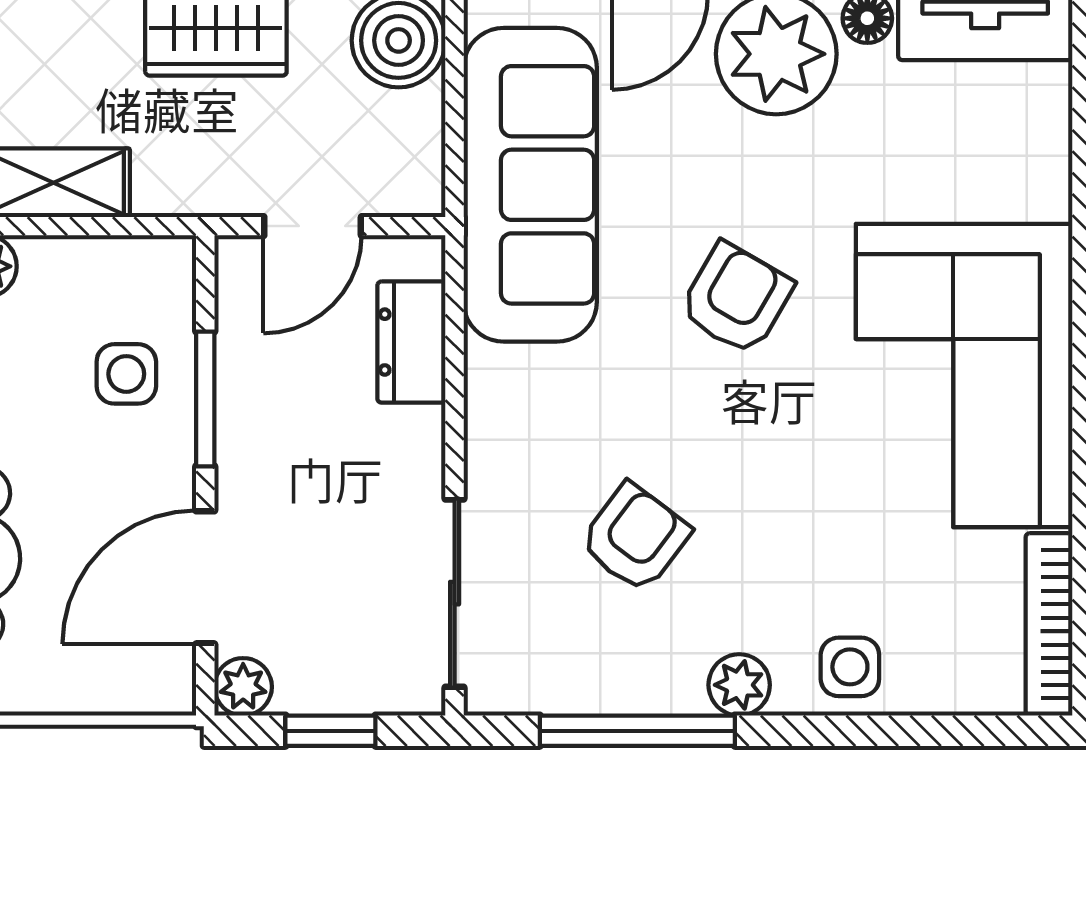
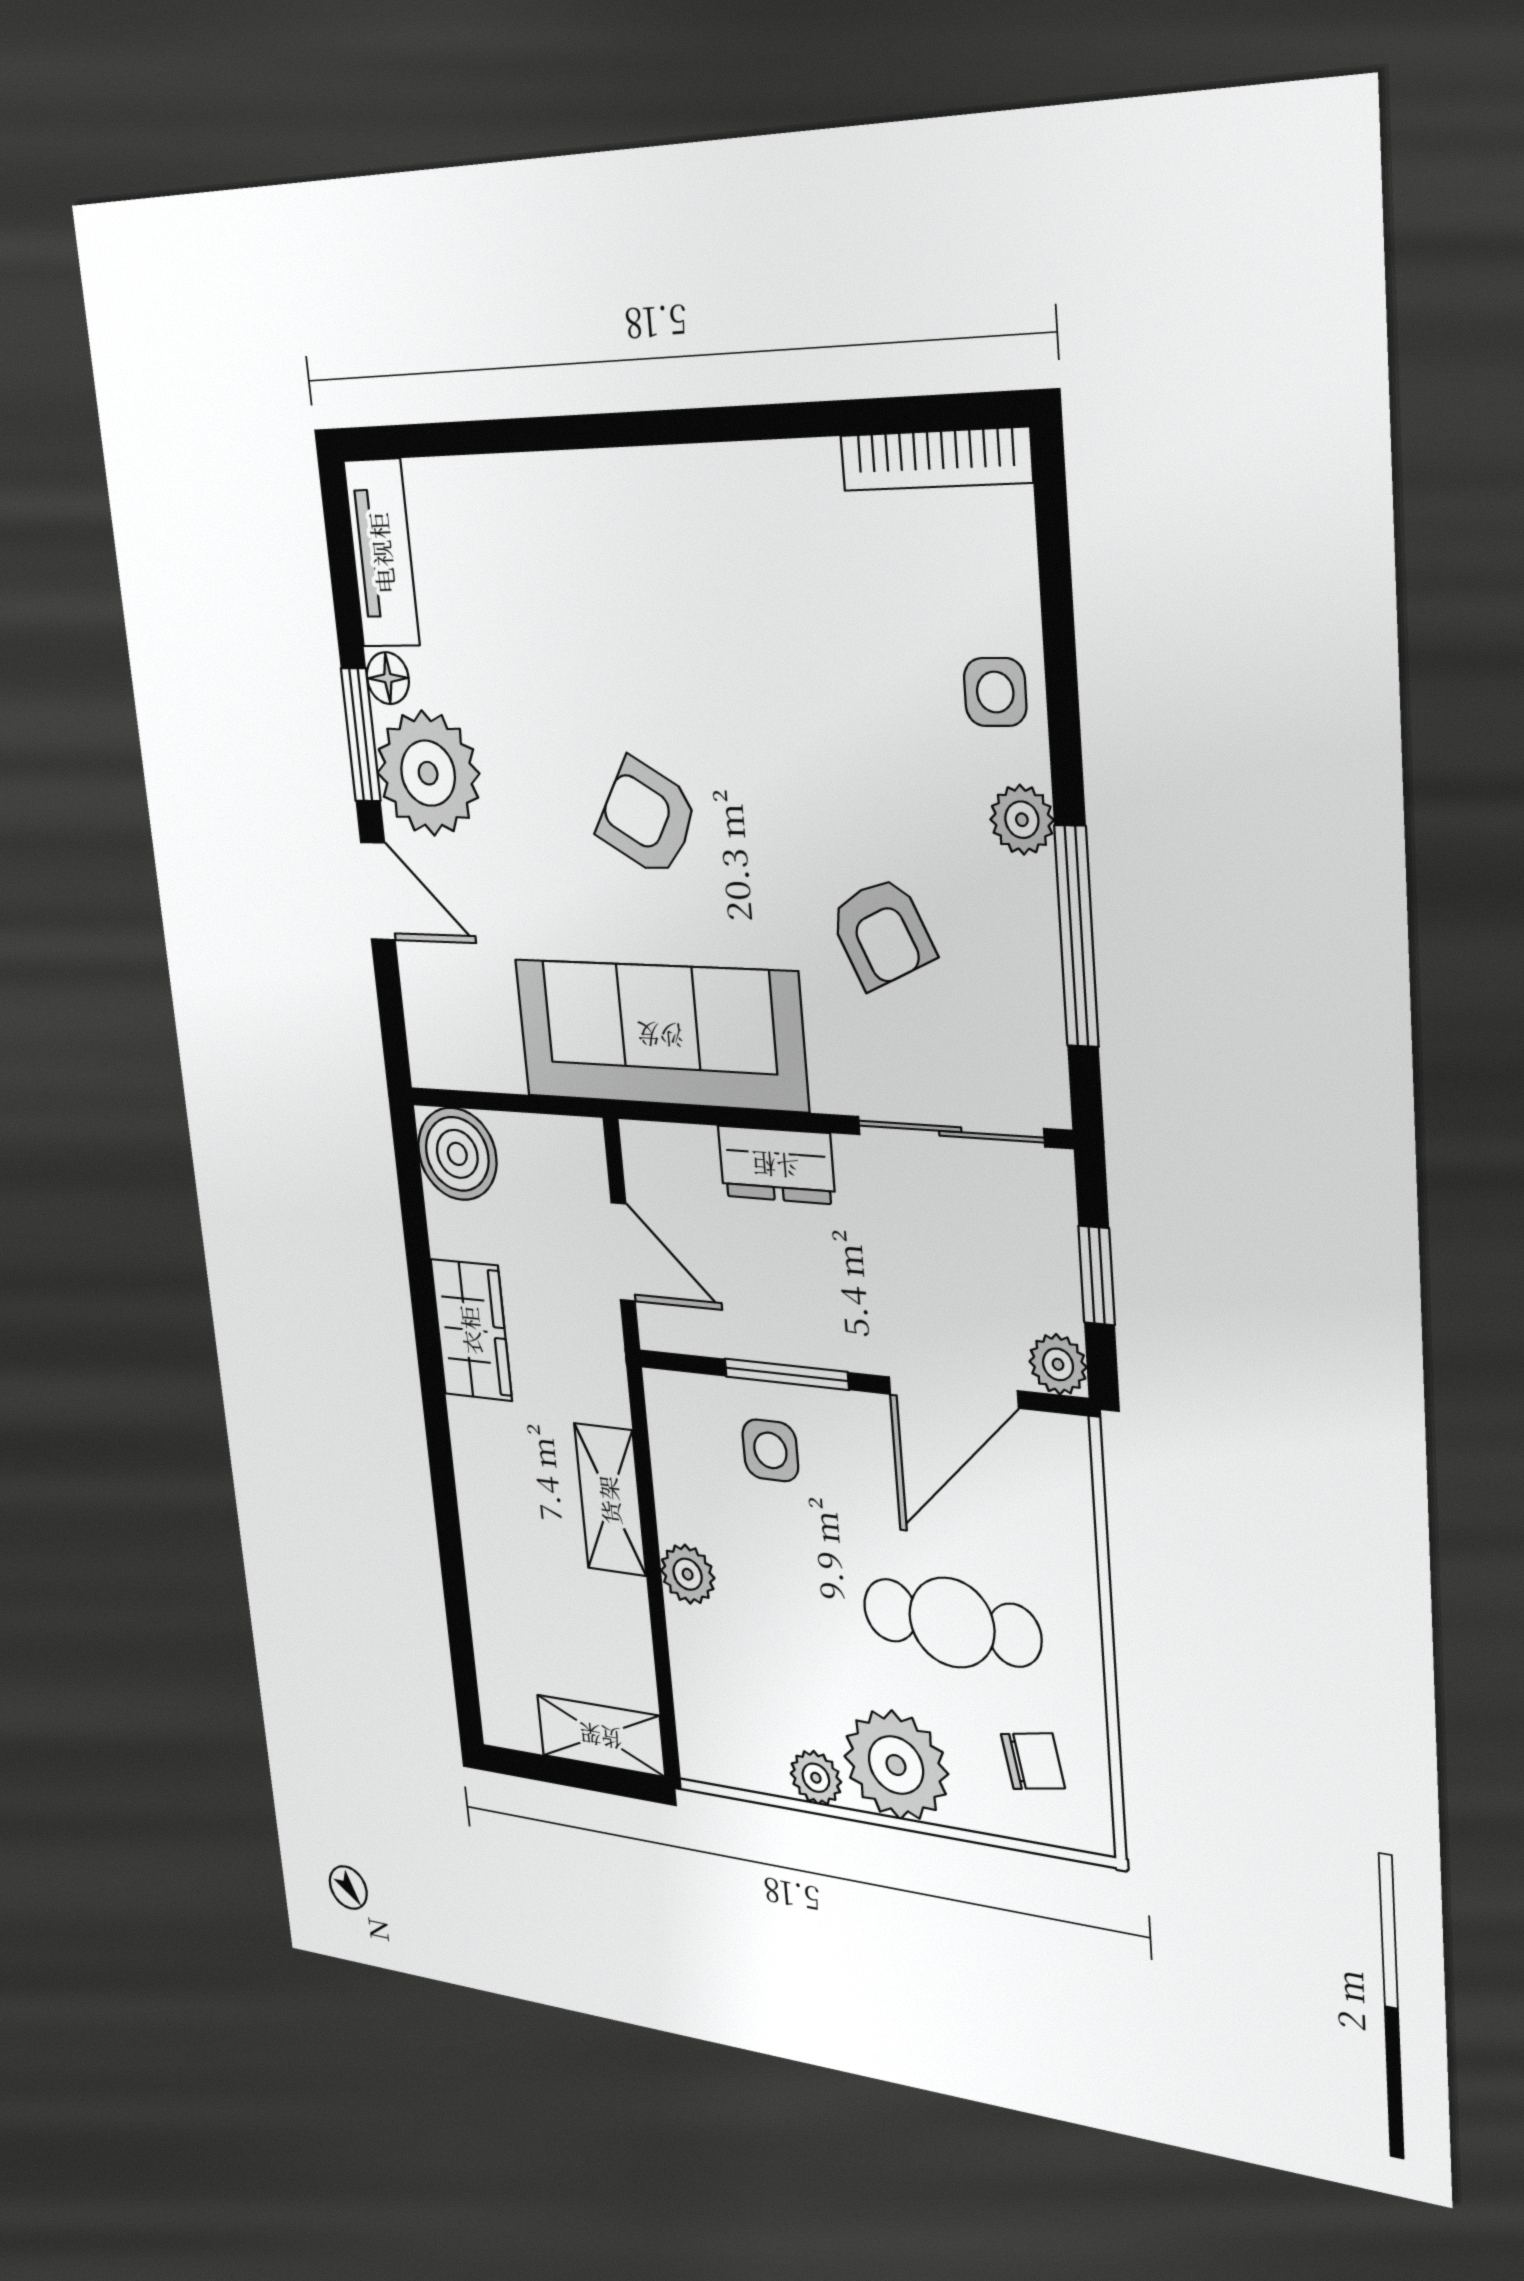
sofa: (530, 185) -> (660, 1035), moved
dresser: (411, 342) -> (776, 1165), moved
corner sofa: (964, 375) -> (697, 567), removed
armchair: (635, 538) -> (882, 933), turned -152
door: (205, 577) -> (953, 1392), hinge flipped

